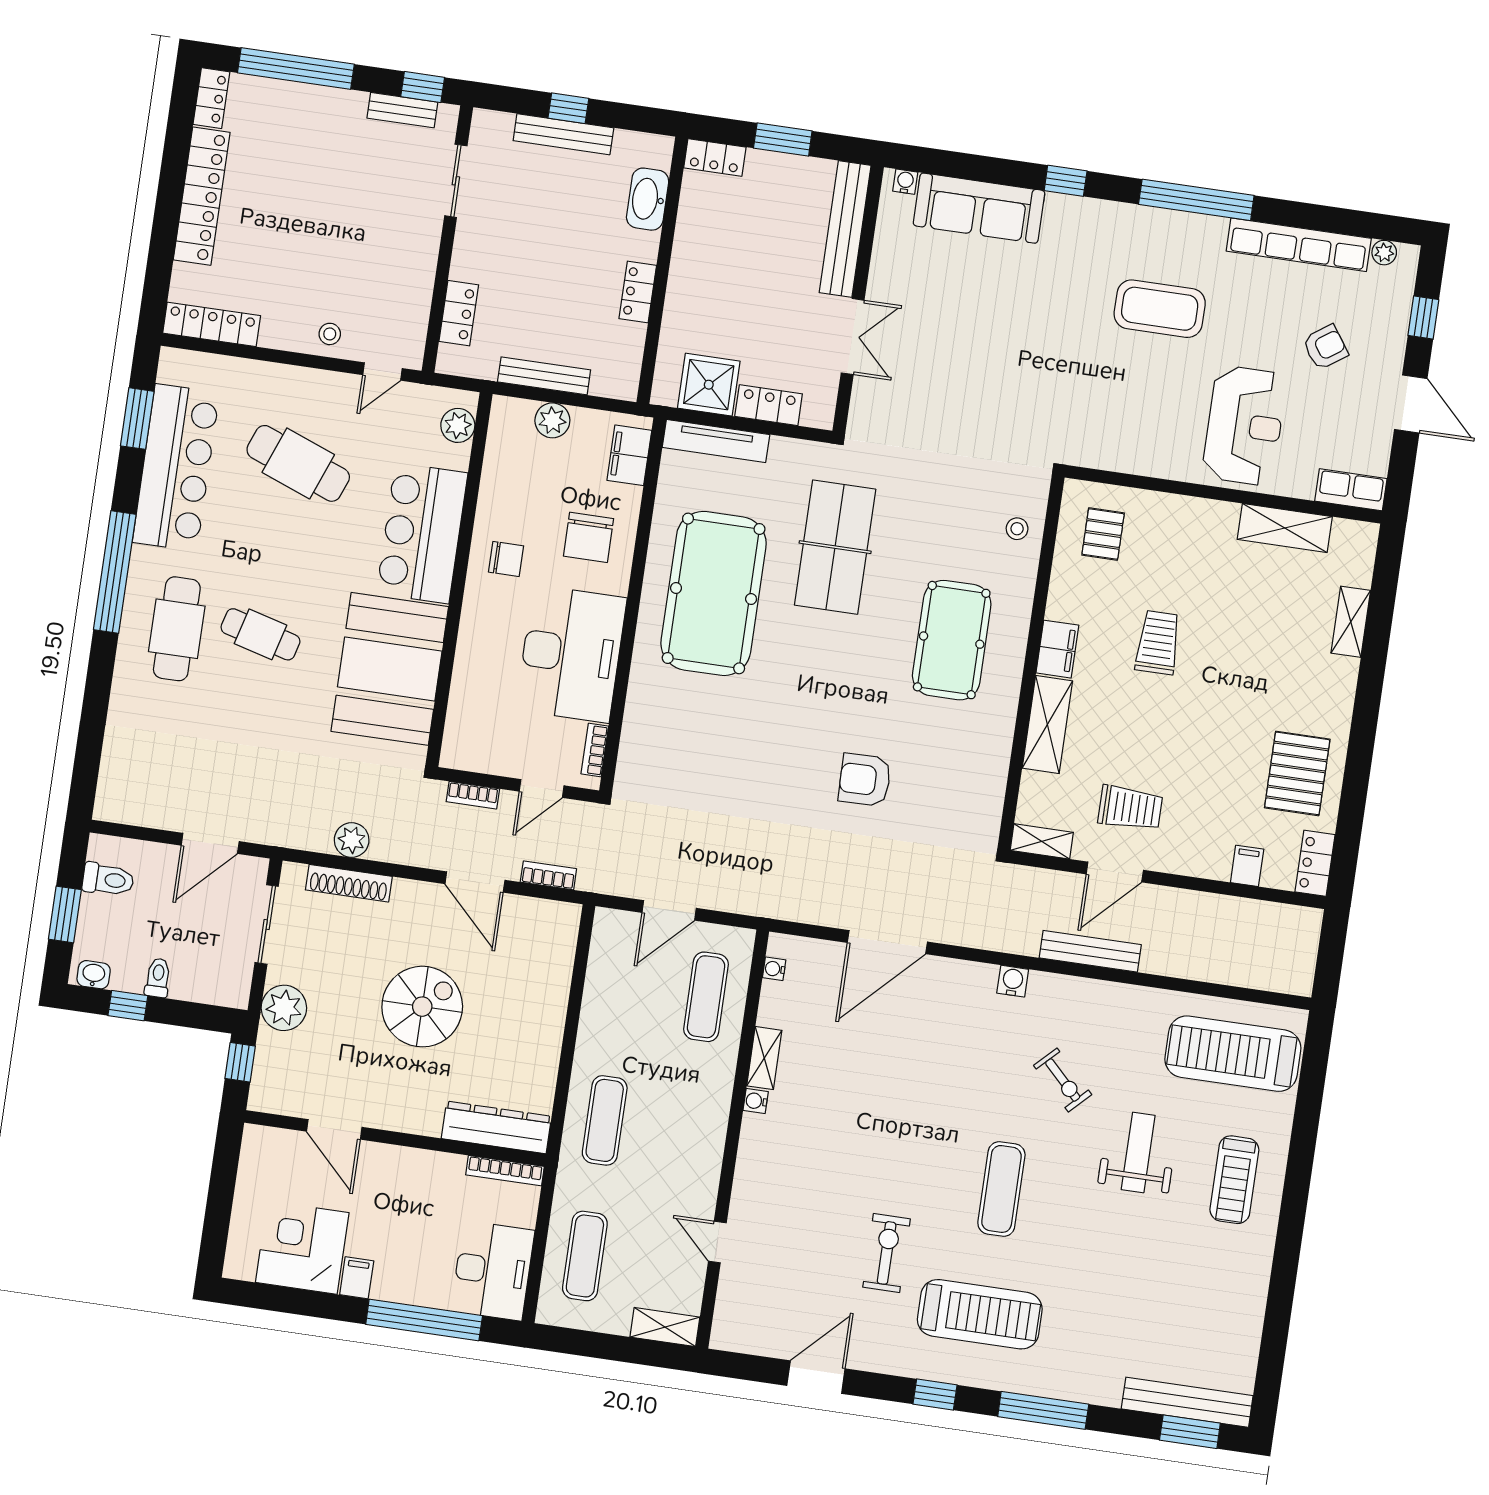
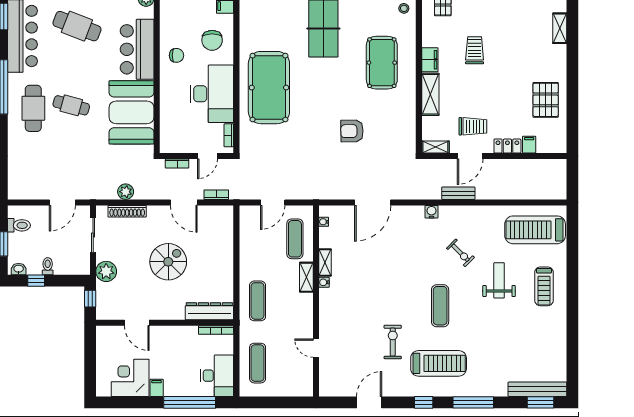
pool table: (714, 593) -> (269, 88), moved
locker: (1315, 863) -> (507, 146), moved, turned 90
bench: (1090, 951) -> (458, 193), width x0.73
shelving: (665, 1327) -> (306, 277), moved, turned 90

